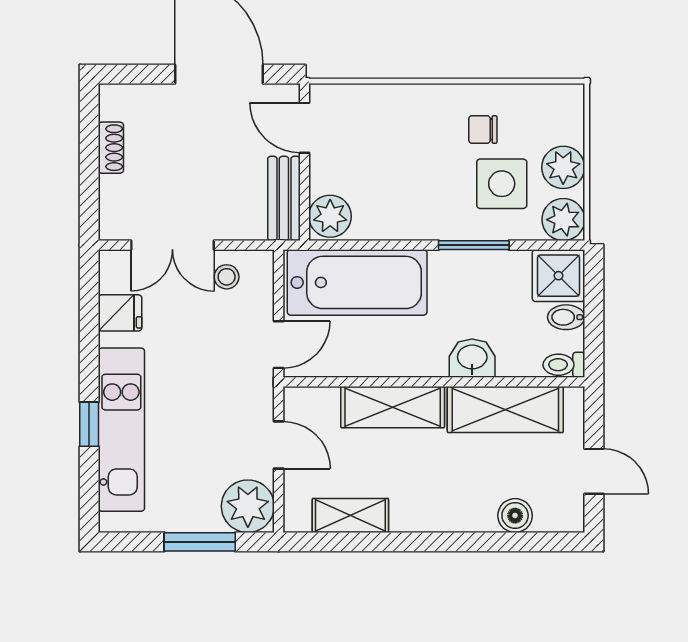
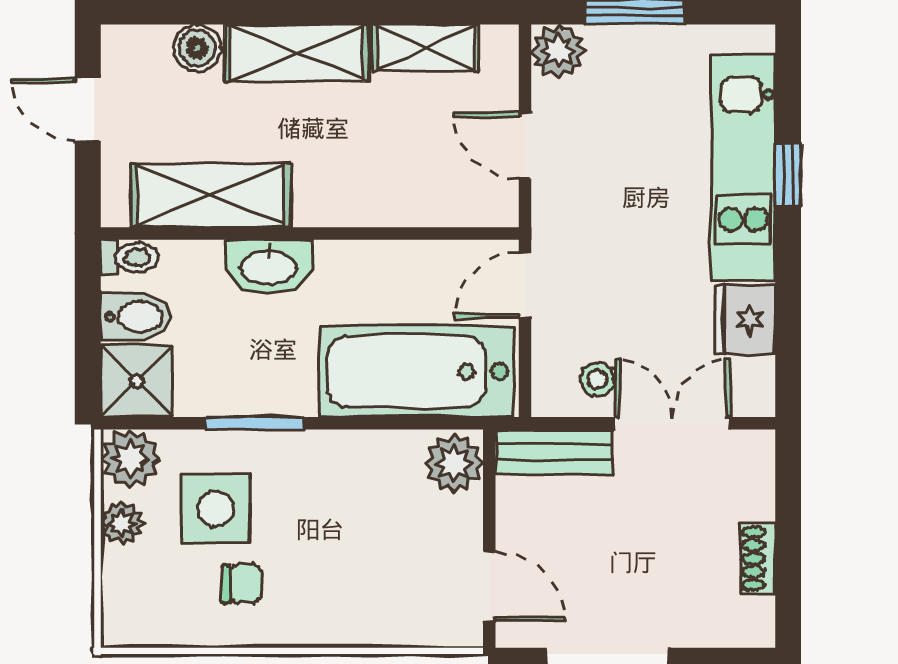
plant: (563, 167) -> (122, 523), width x0.73, depth x0.73
bench: (284, 198) -> (554, 452), moved, turned 90
fridge: (120, 313) -> (745, 320), width x1.38
bidet: (566, 317) -> (135, 317), width x1.38, depth x1.36
washbasin: (472, 358) -> (269, 266), width x1.38
shelving: (393, 407) -> (297, 53), moved
plant: (248, 506) -> (558, 51), width x0.73, depth x0.73

